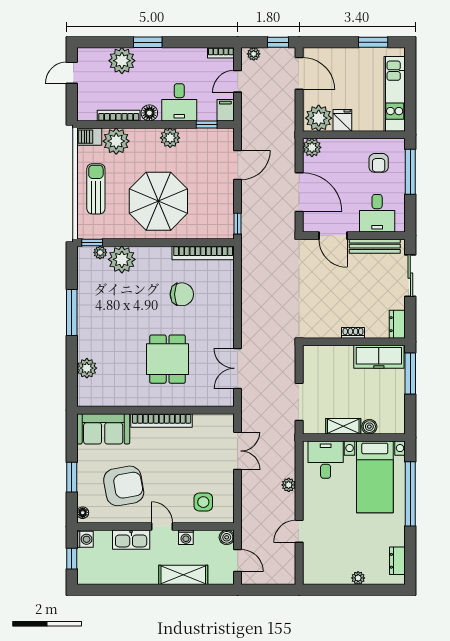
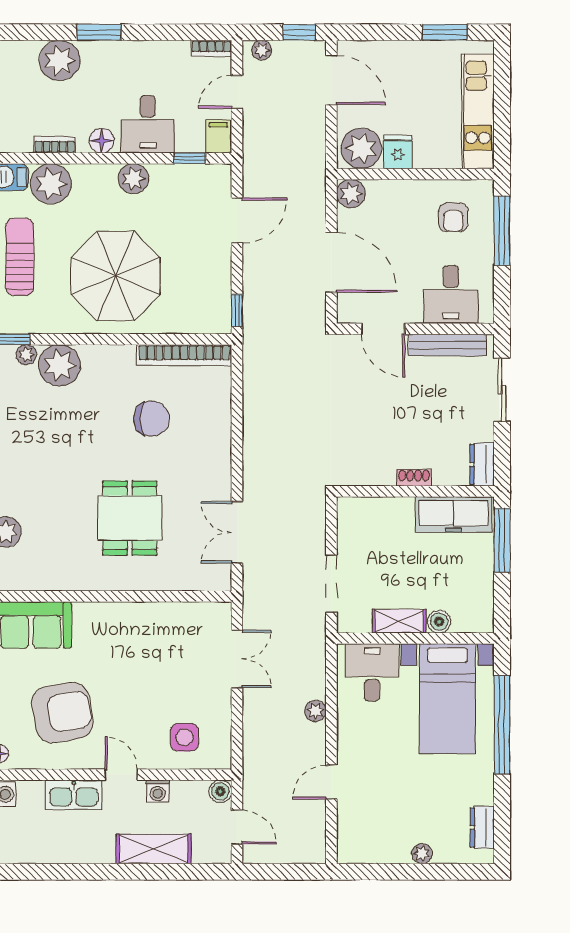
bookcase: (119, 116) -> (55, 145), width x0.64
bookcase: (162, 420) -> (120, 612), removed

